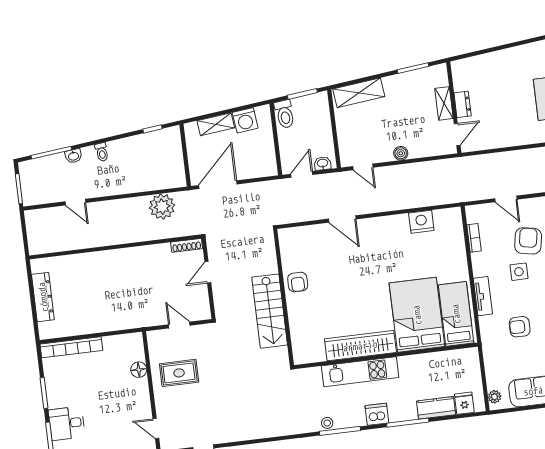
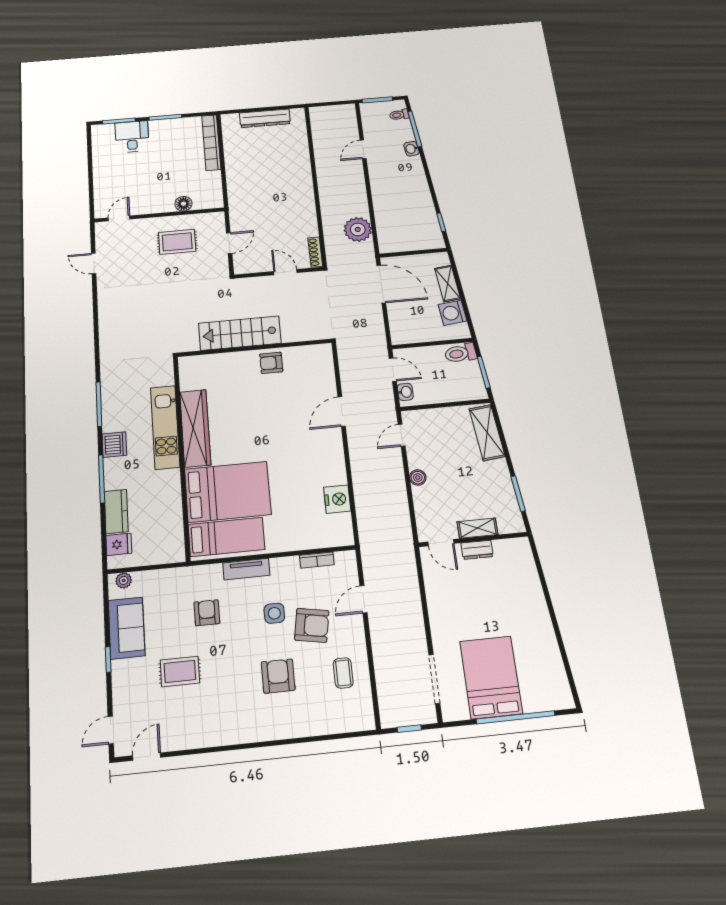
toilet: (102, 152) -> (399, 115), moved
rug: (179, 373) -> (177, 242), turned 90
stool: (327, 423) -> (109, 390), removed

